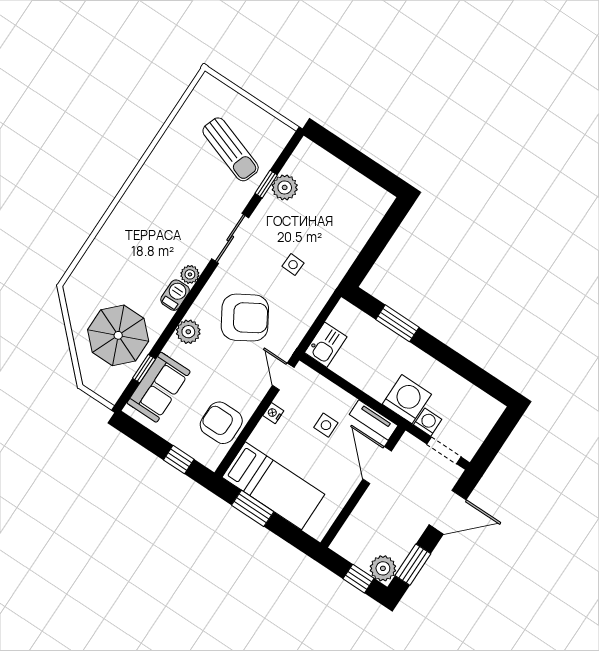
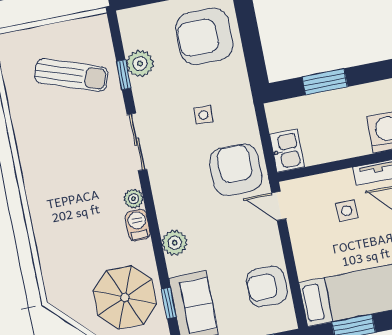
armchair: (346, 212) -> (204, 36), added
armchair: (245, 318) -> (236, 170), moved, turned -59
nightstand: (273, 413) -> (299, 241), removed

